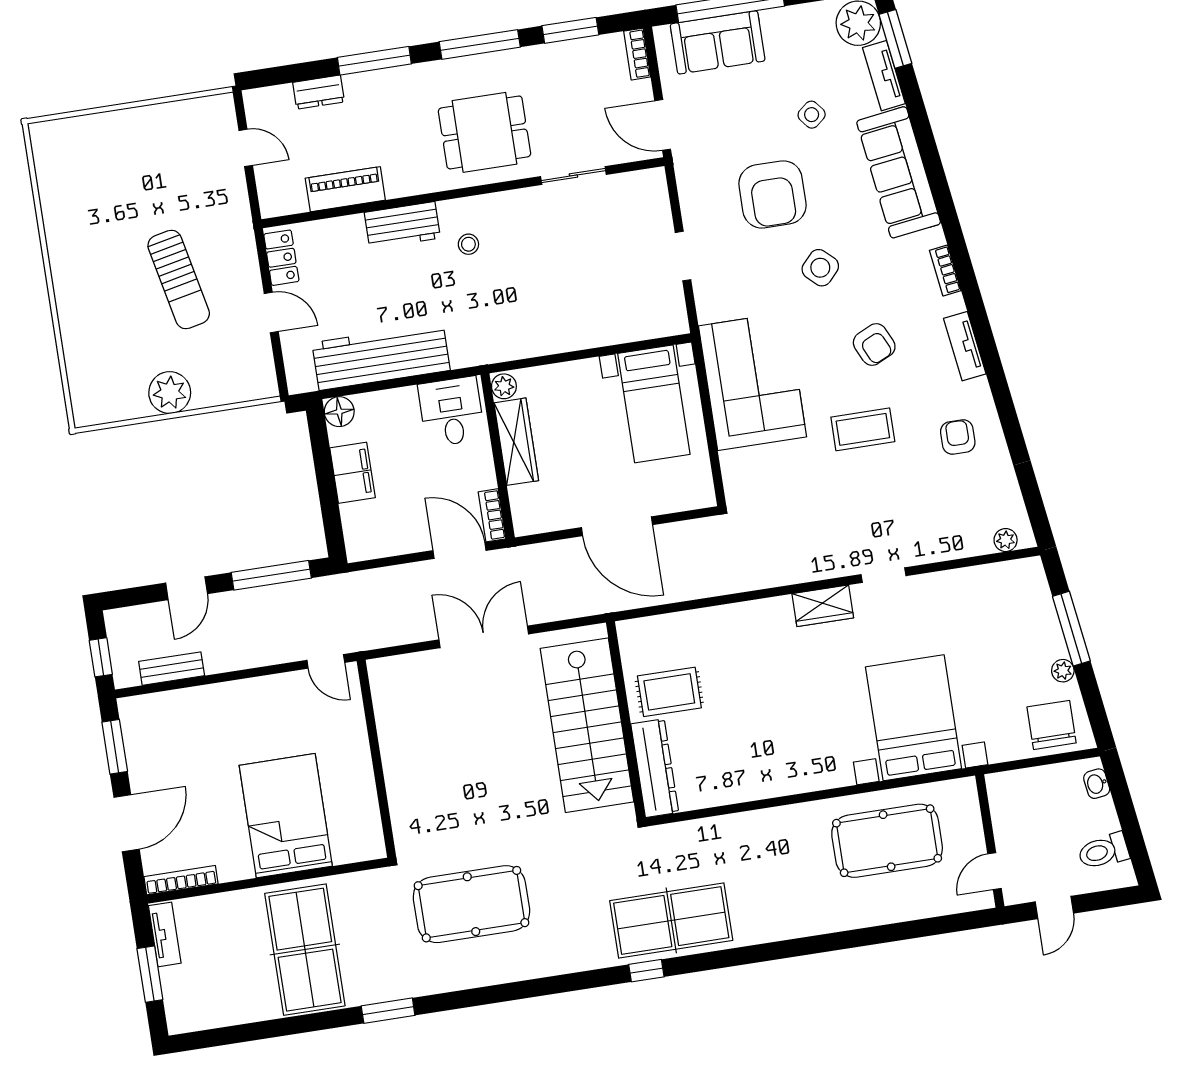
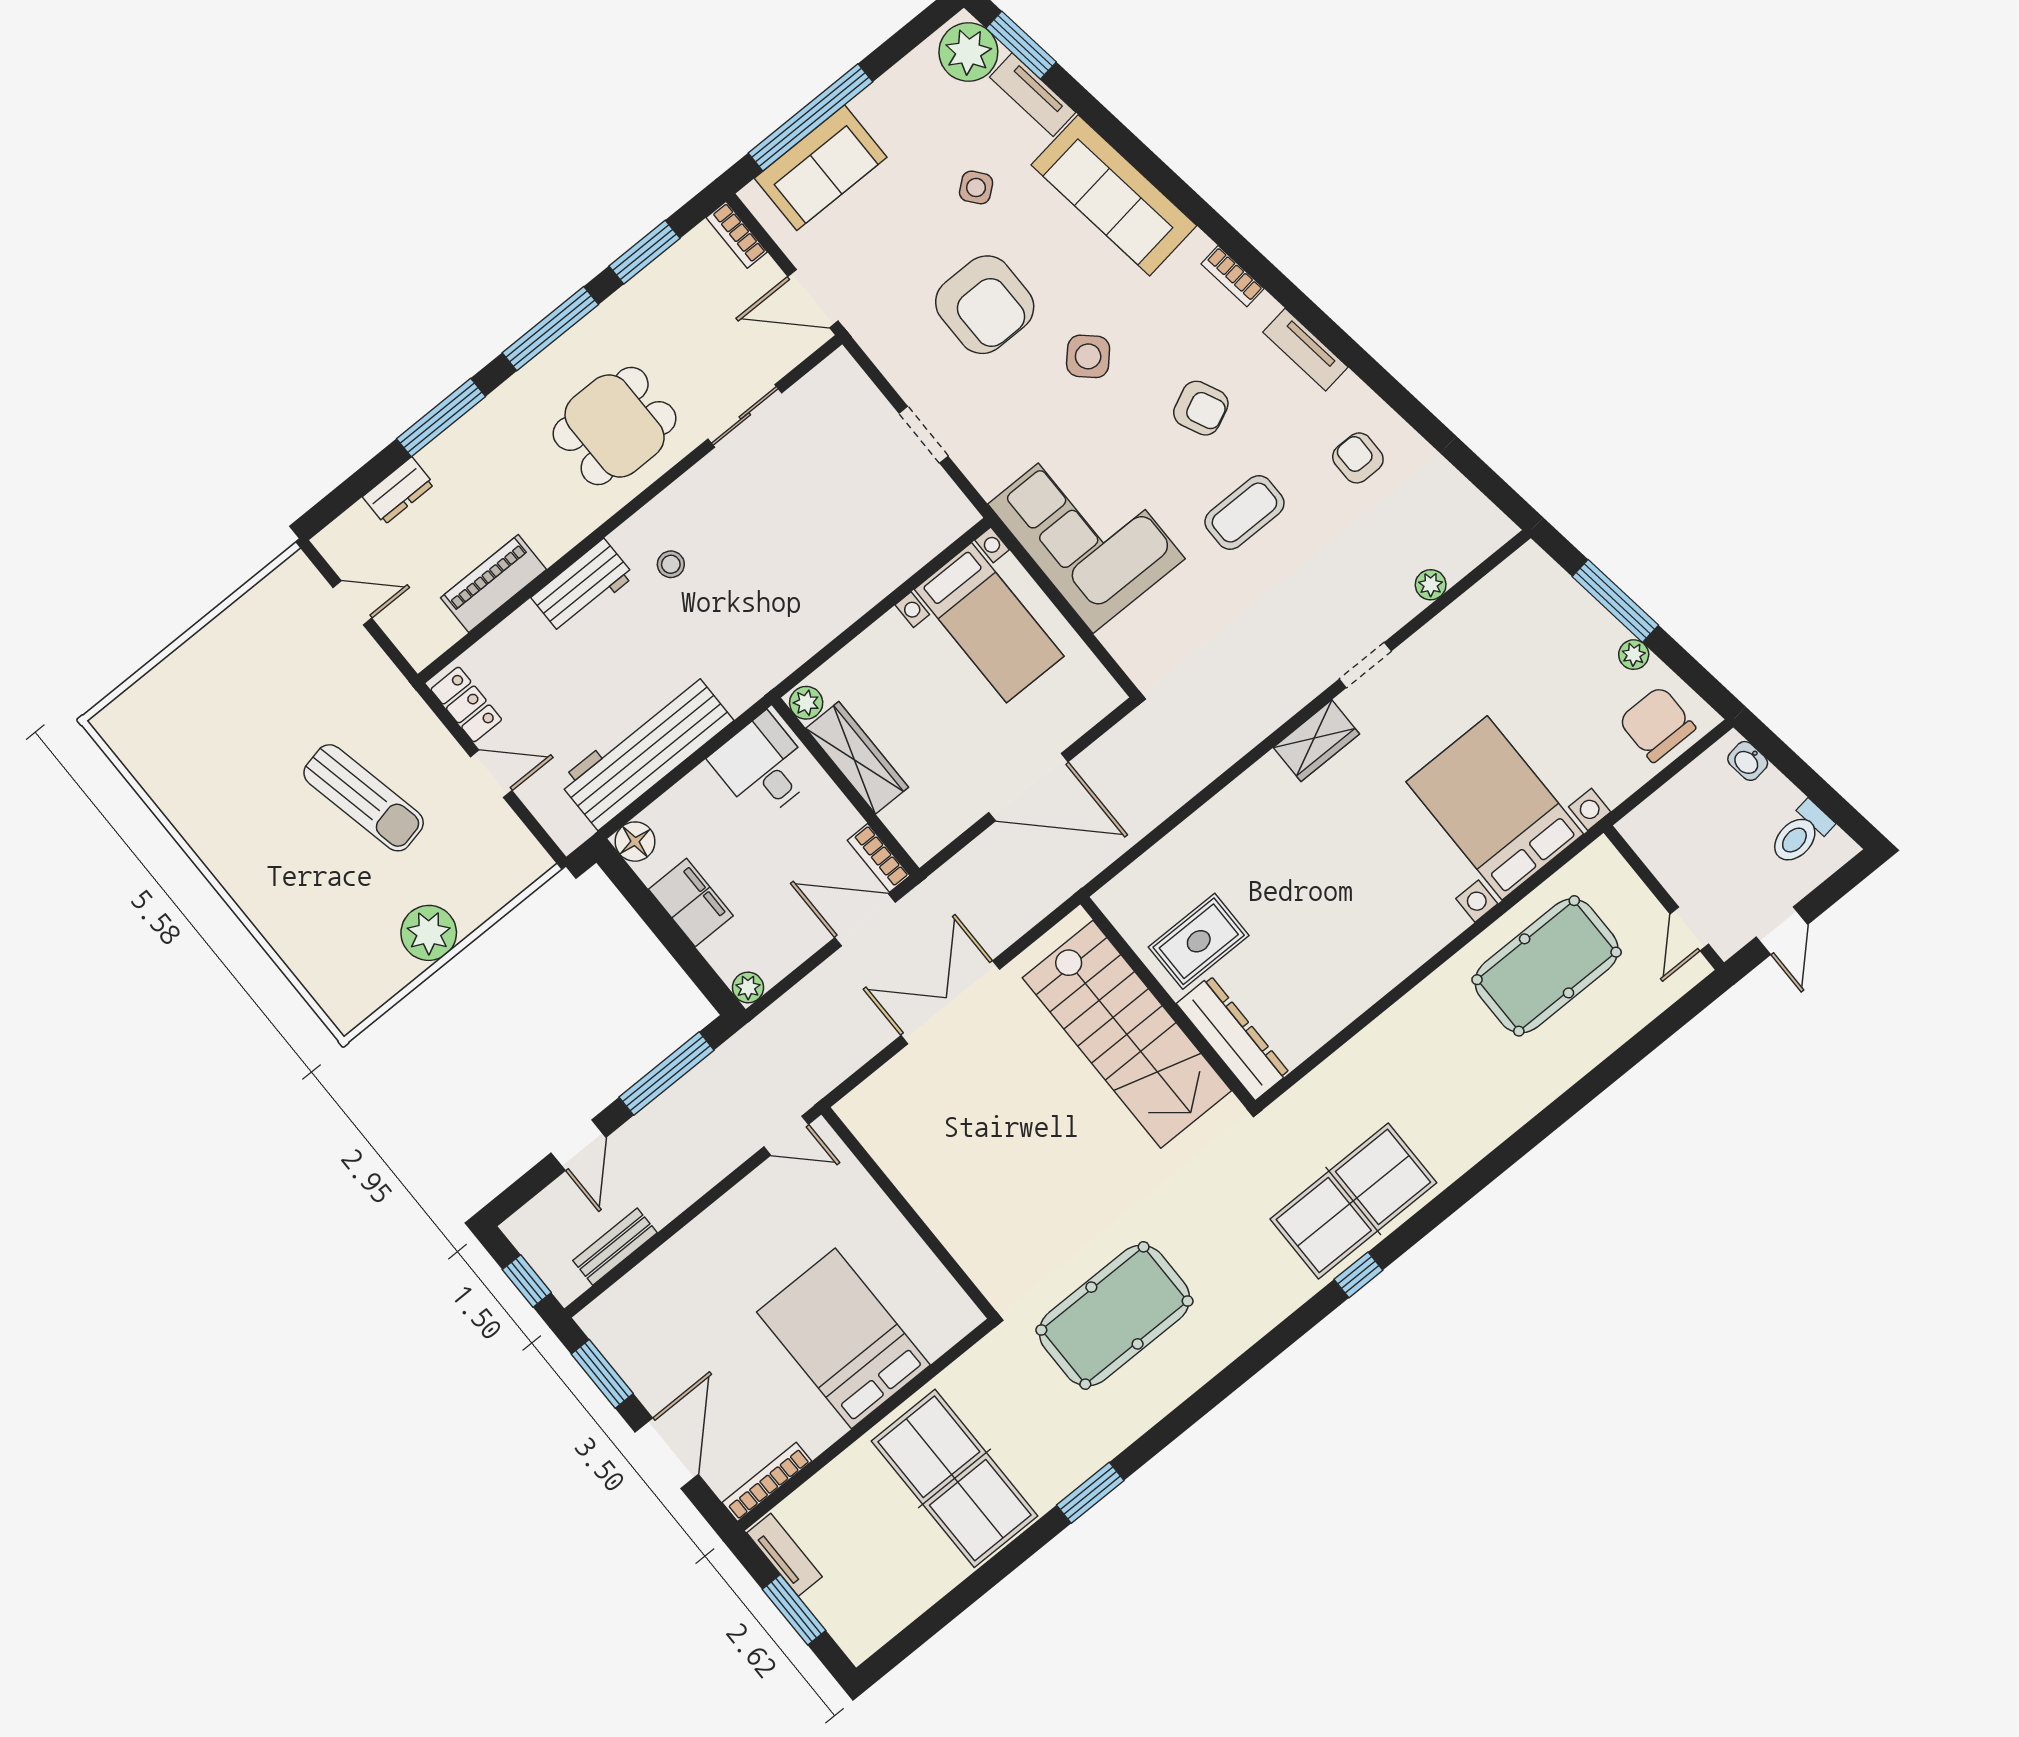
plant: (1006, 540) -> (1431, 585), moved
plant: (357, 550) -> (748, 988), added

